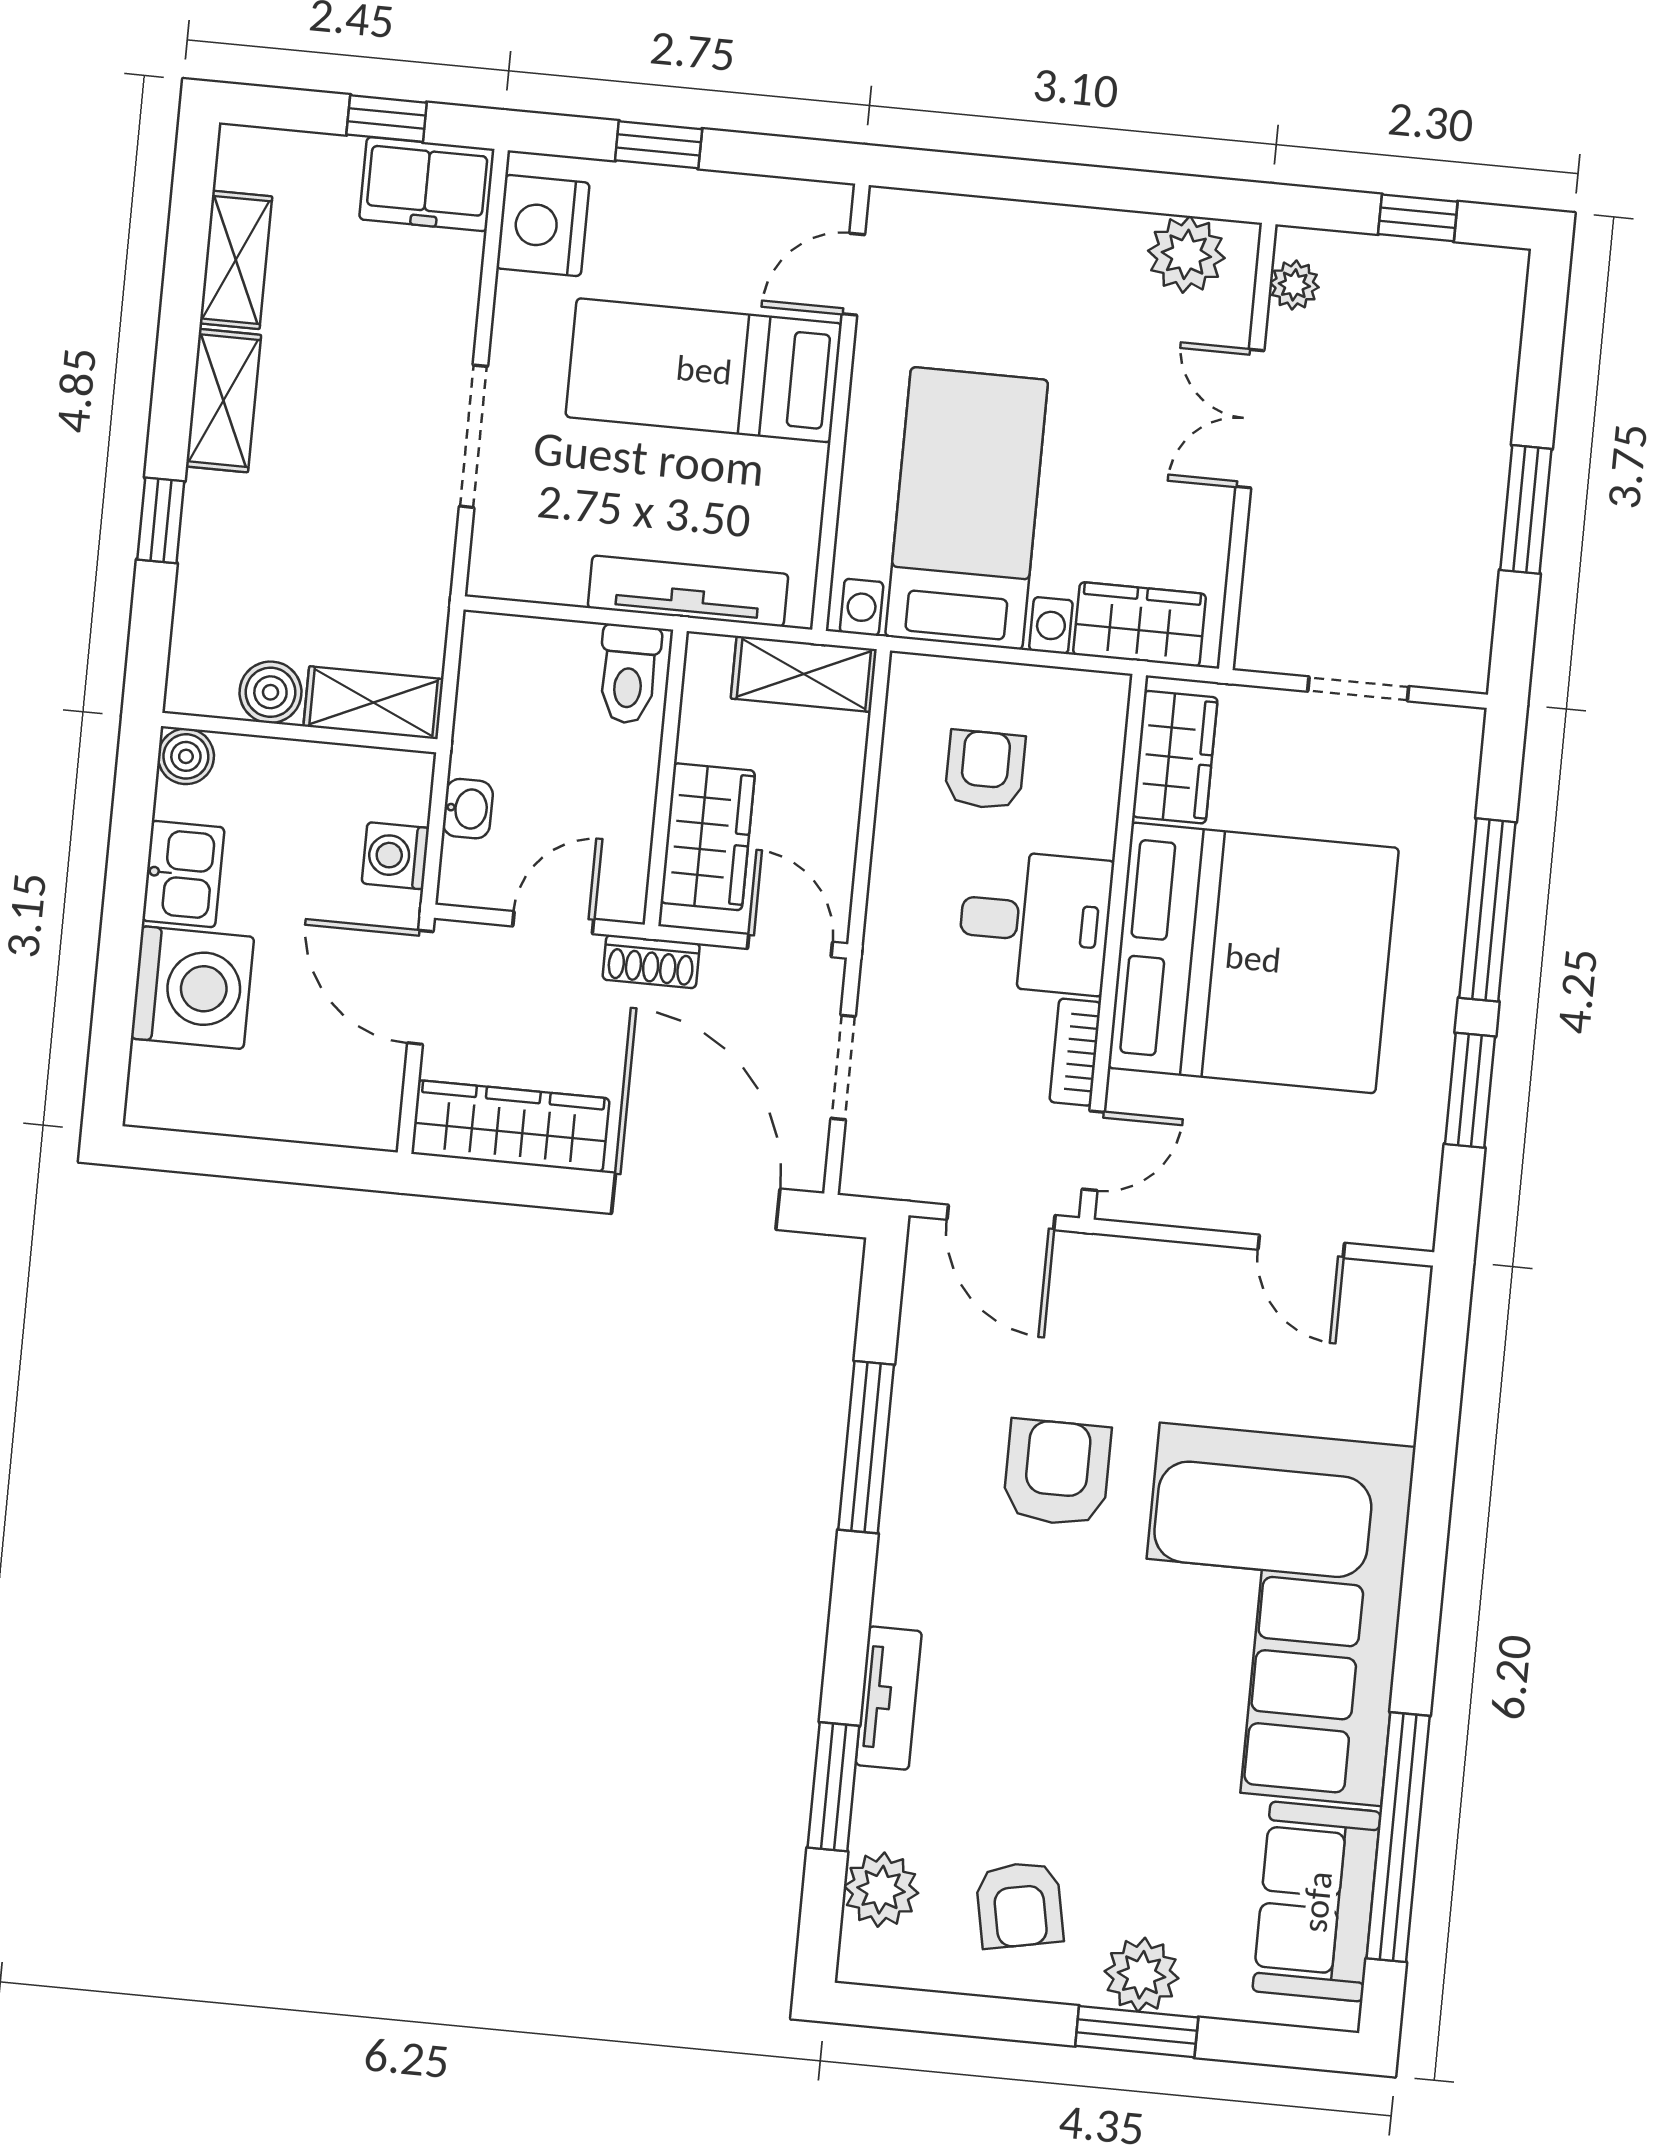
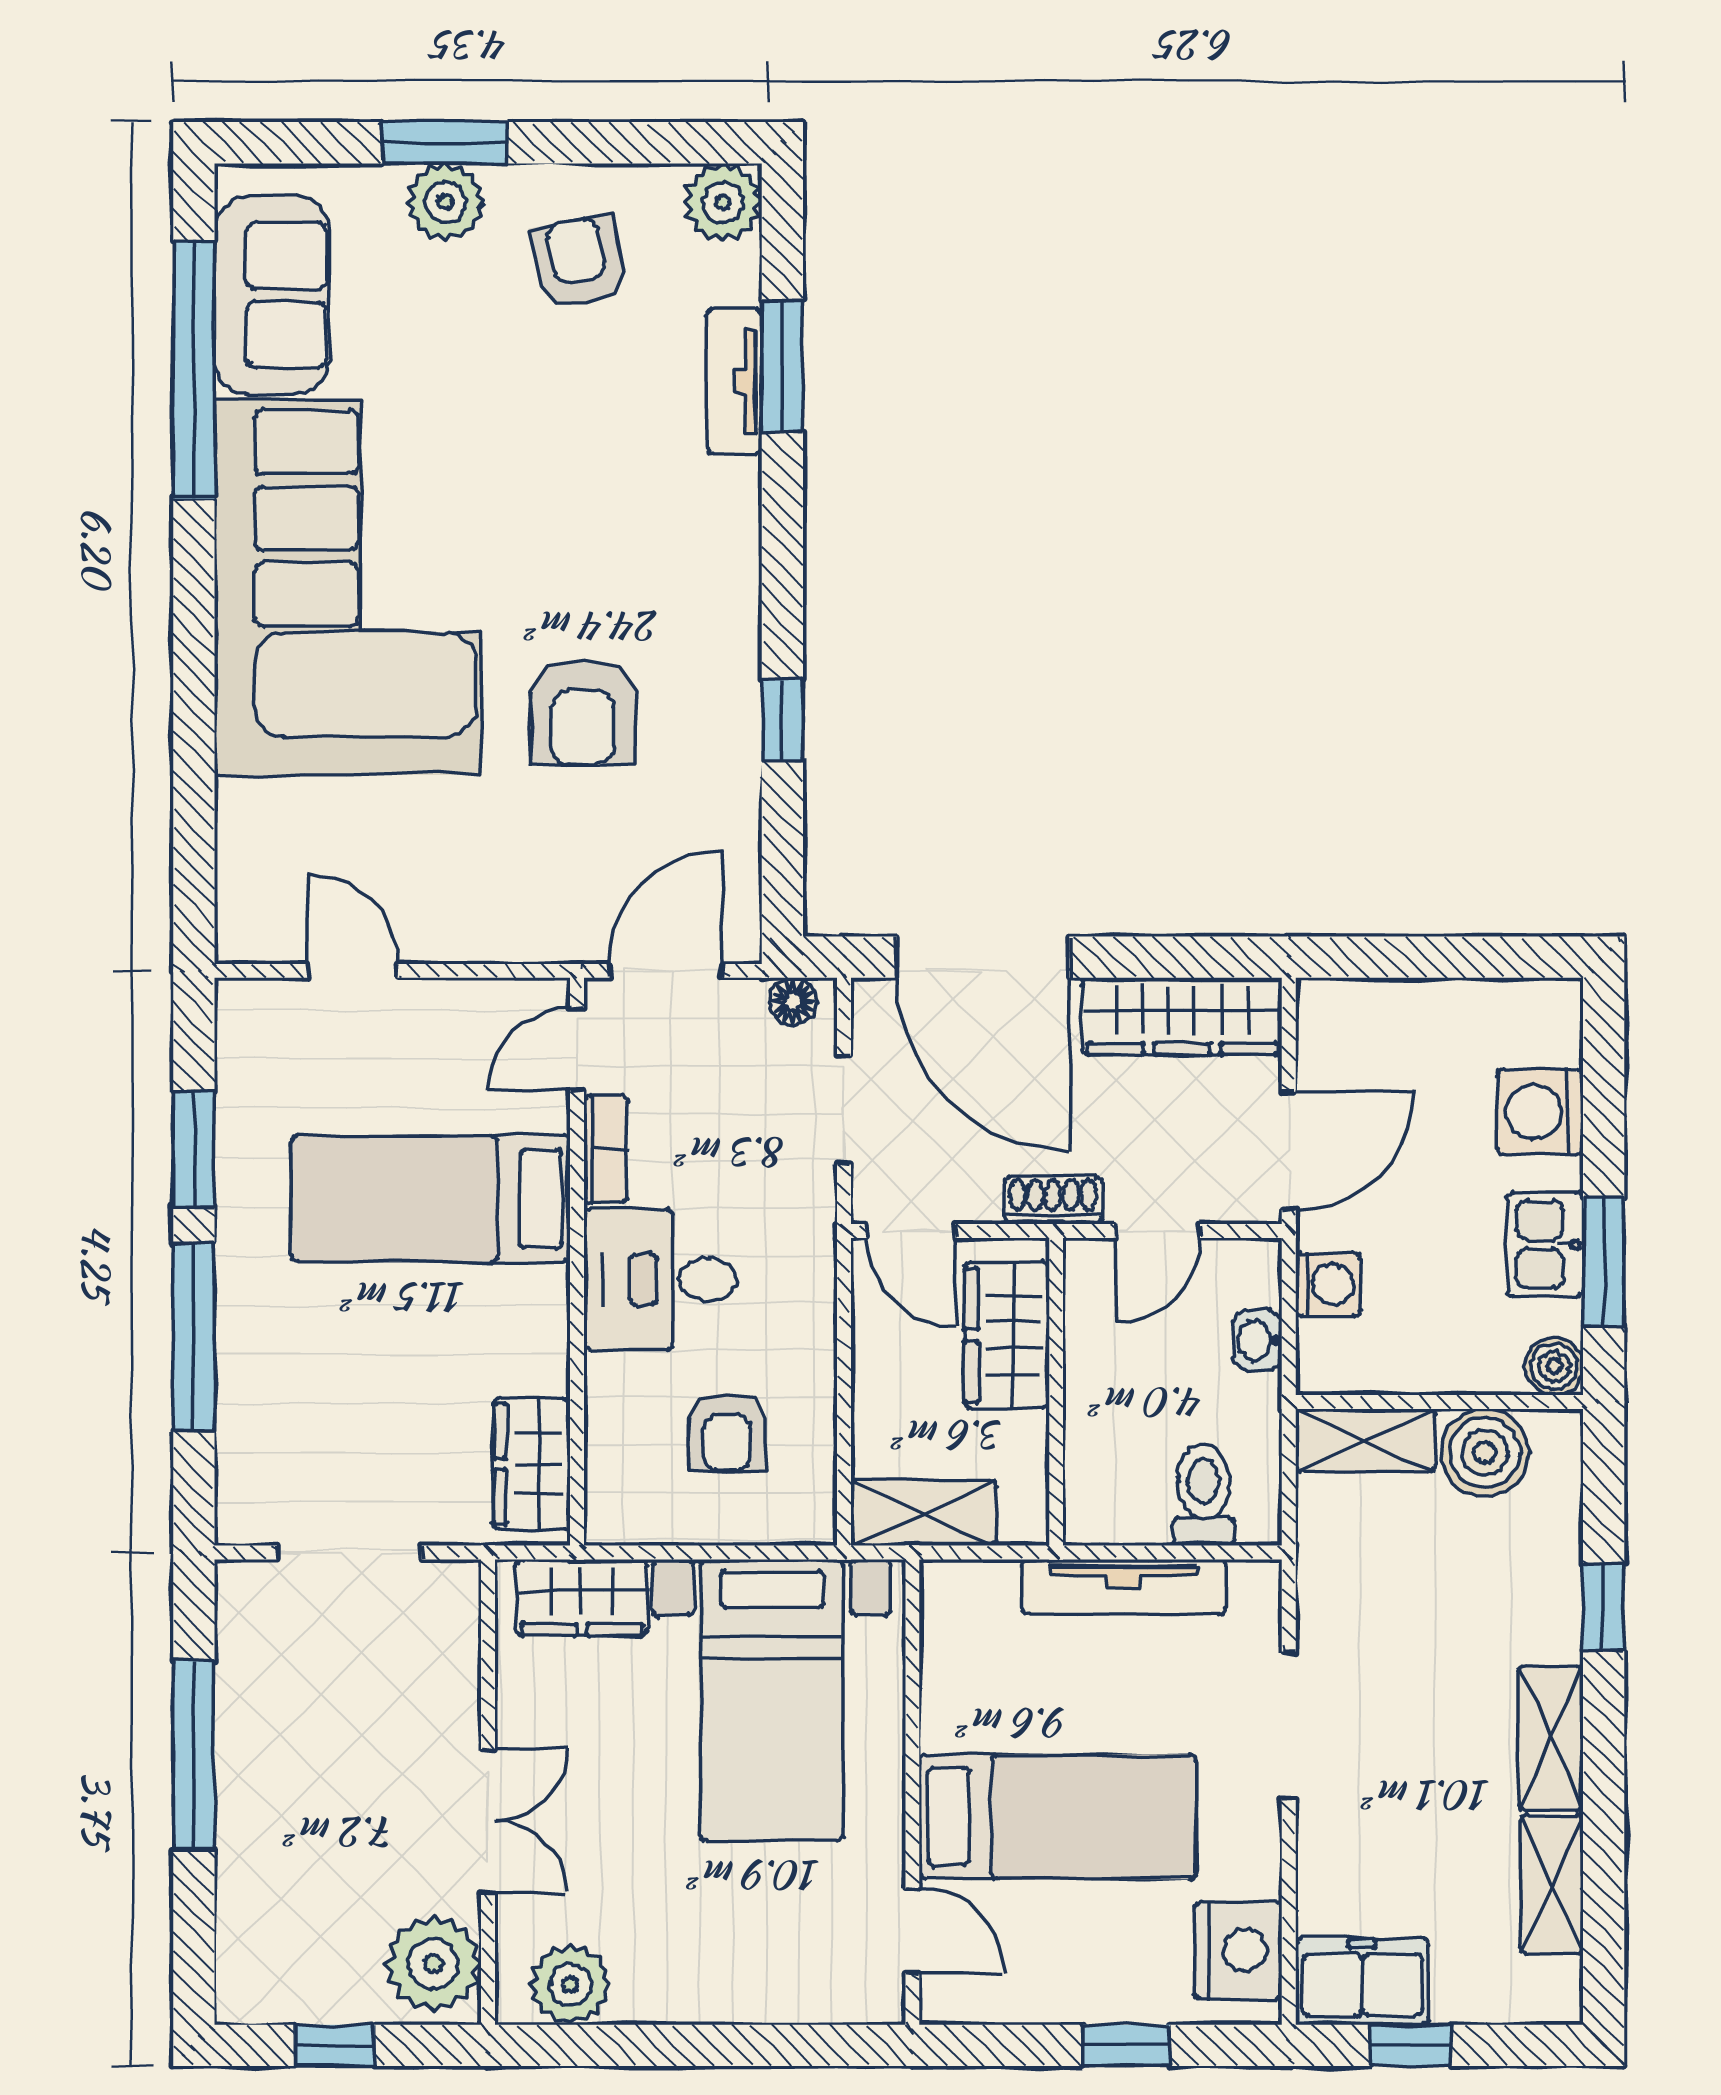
door: (853, 274) -> (912, 1931), hinge flipped
plant: (1294, 285) -> (433, 1964), width x1.87, depth x1.87
window: (1526, 509) -> (194, 1755), width x1.44
tv unit: (688, 591) -> (1124, 1587), moved
toilet: (629, 674) -> (1203, 1495), moved
doorway: (1358, 689) -> (349, 1553), width x1.38
boiler: (270, 692) -> (1485, 1453), width x1.36, depth x1.36
window: (129, 852) -> (1604, 1262), added
bed: (1253, 958) -> (431, 1199), width x0.49
door: (420, 987) -> (1289, 1151), hinge flipped
washing machine: (192, 988) -> (1540, 1112), width x0.73, depth x0.73
floor lamp: (882, 1176) -> (793, 1002), added
door: (1001, 1217) -> (666, 971), hinge flipped
window: (866, 1447) -> (782, 720), width x0.46
tv unit: (889, 1698) -> (734, 381), moved
plant: (881, 1890) -> (723, 202), moved

